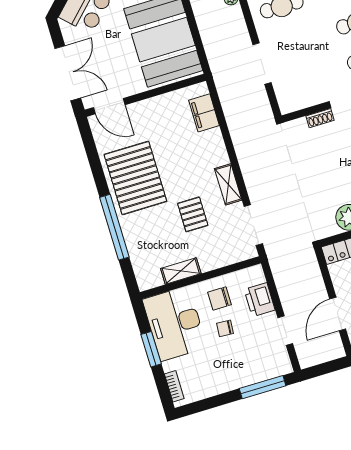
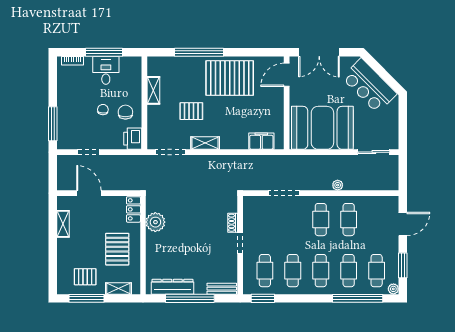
printer: (260, 300) -> (133, 139), moved, turned -90
desk: (175, 324) -> (106, 70), width x0.53, depth x0.77
window: (151, 349) -> (104, 52), width x1.44

